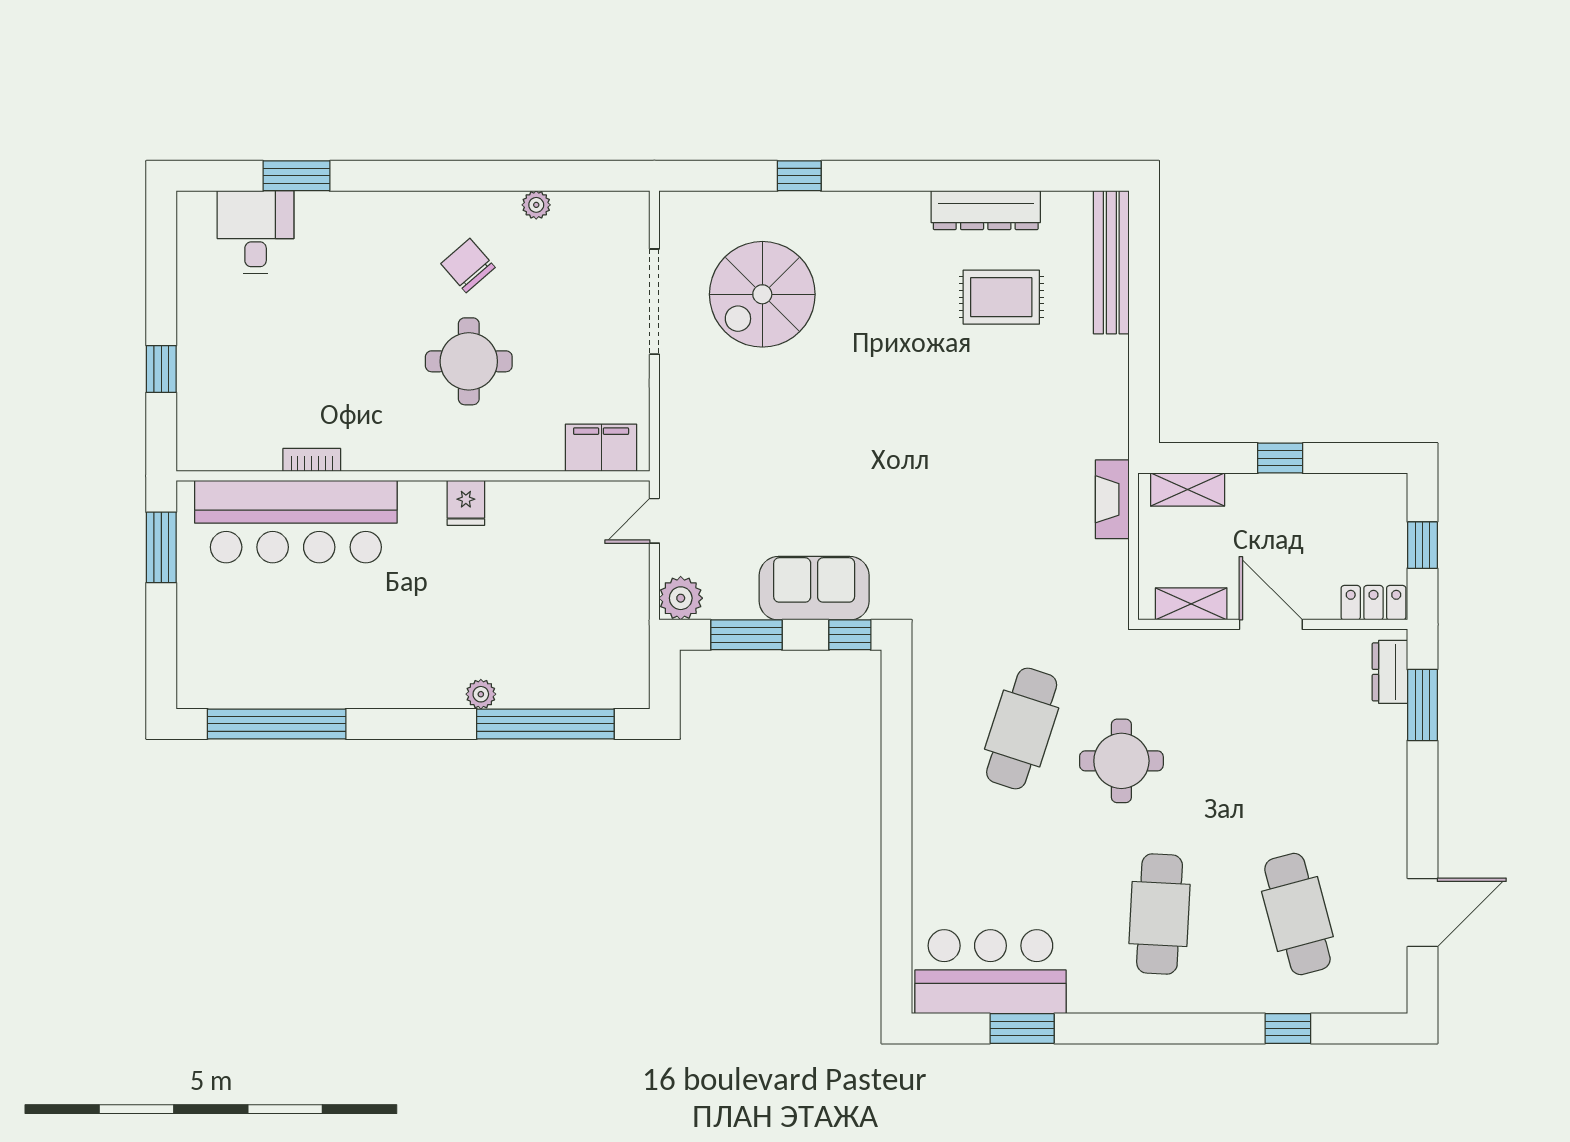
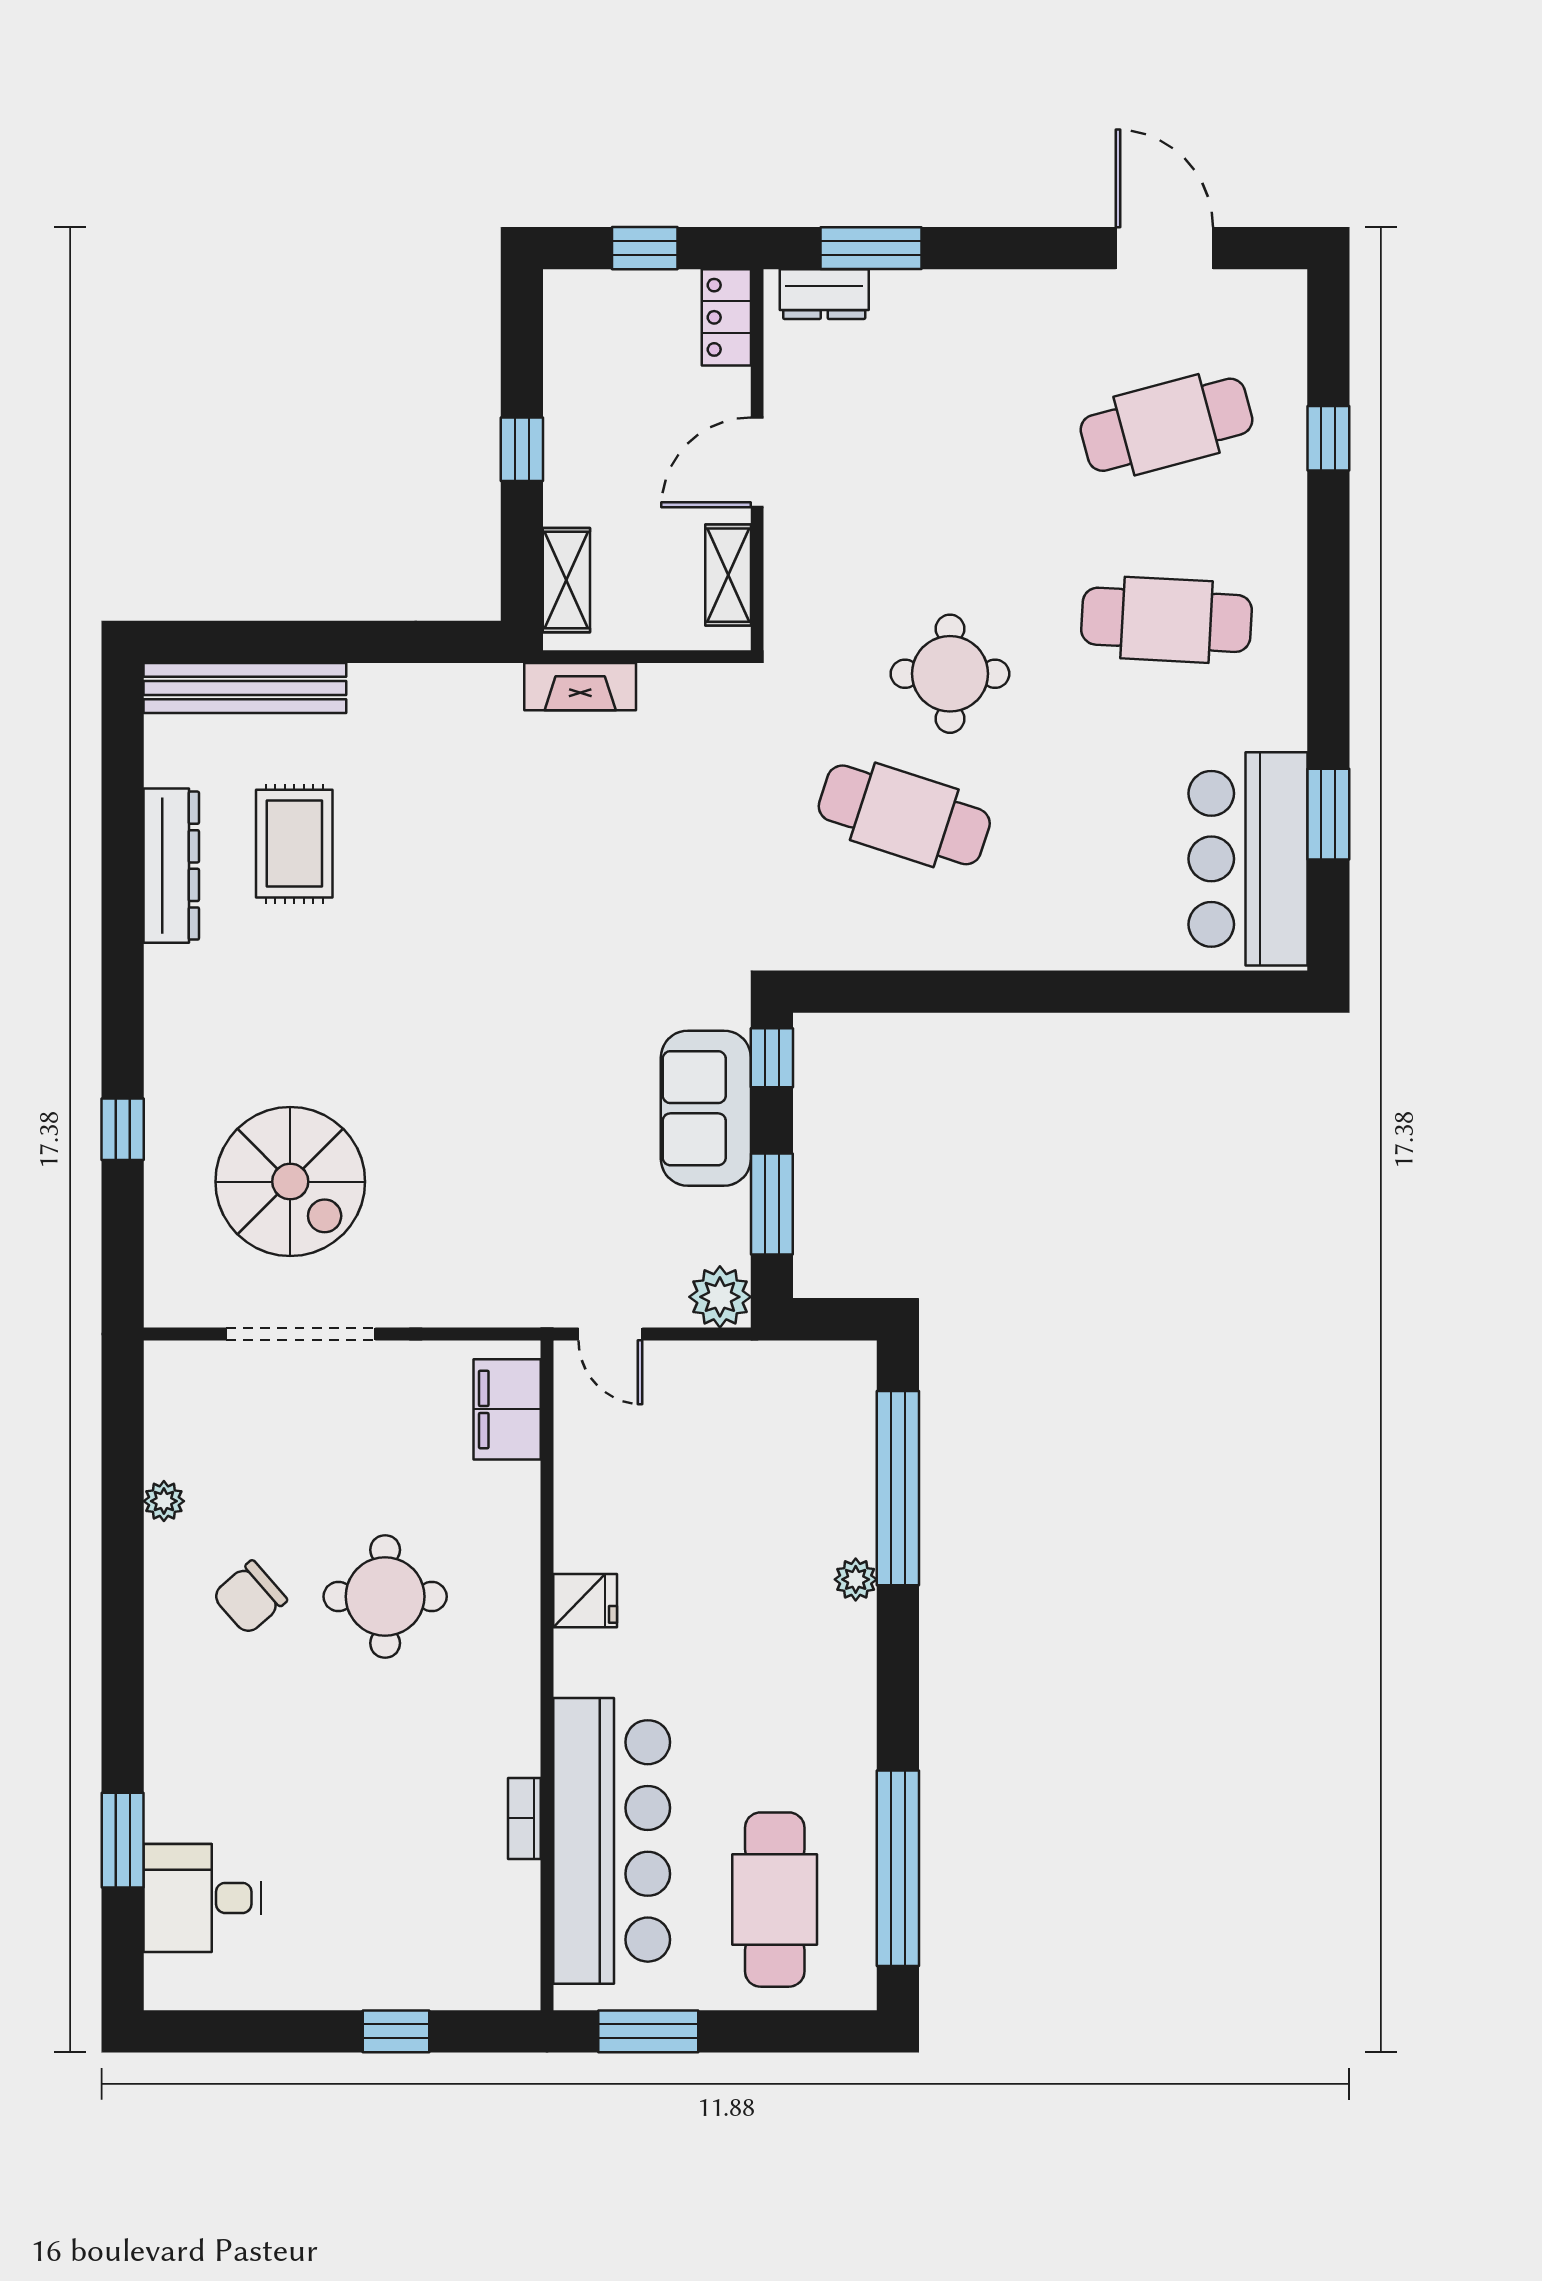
cafe table: (254, 637) -> (775, 1900), added

